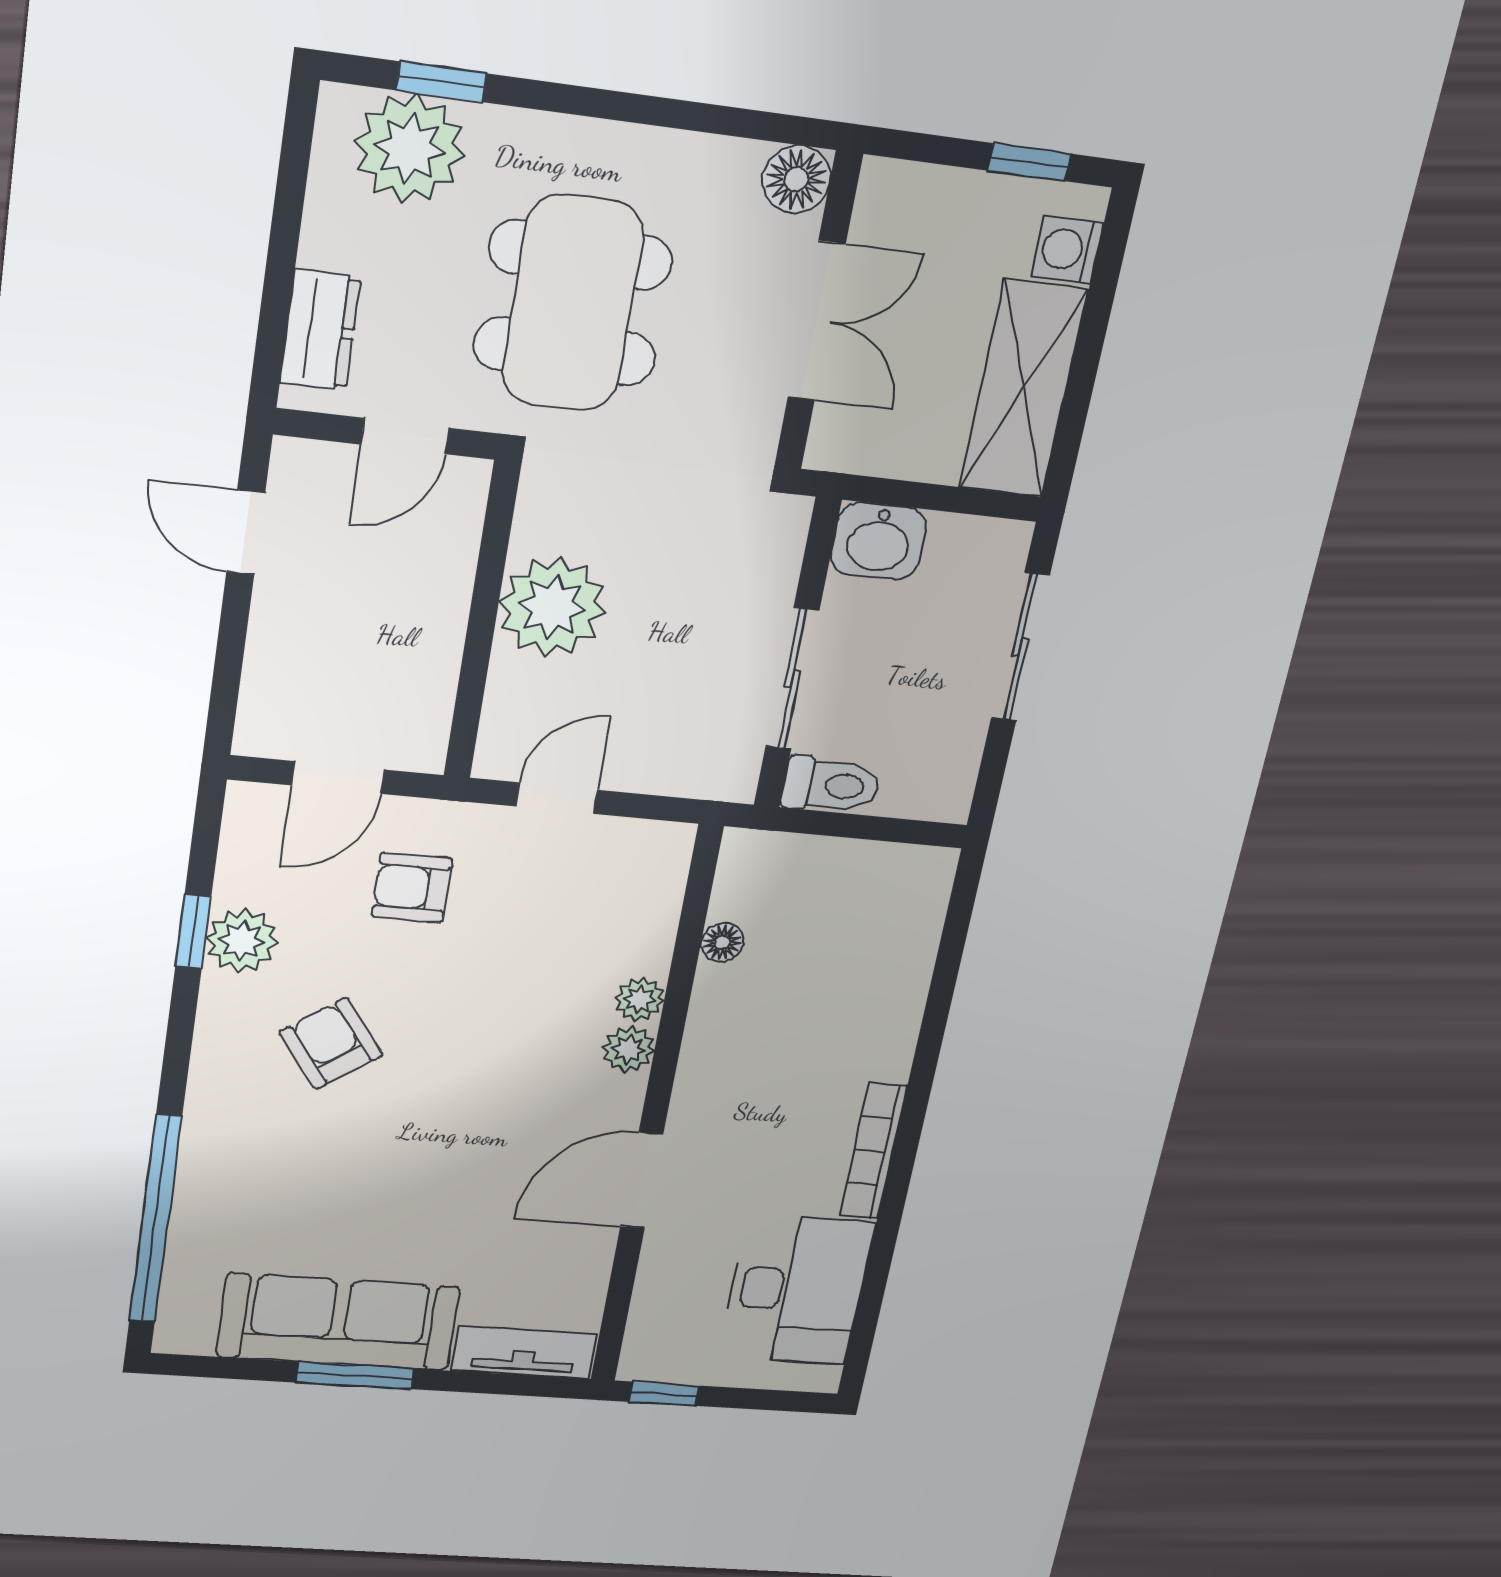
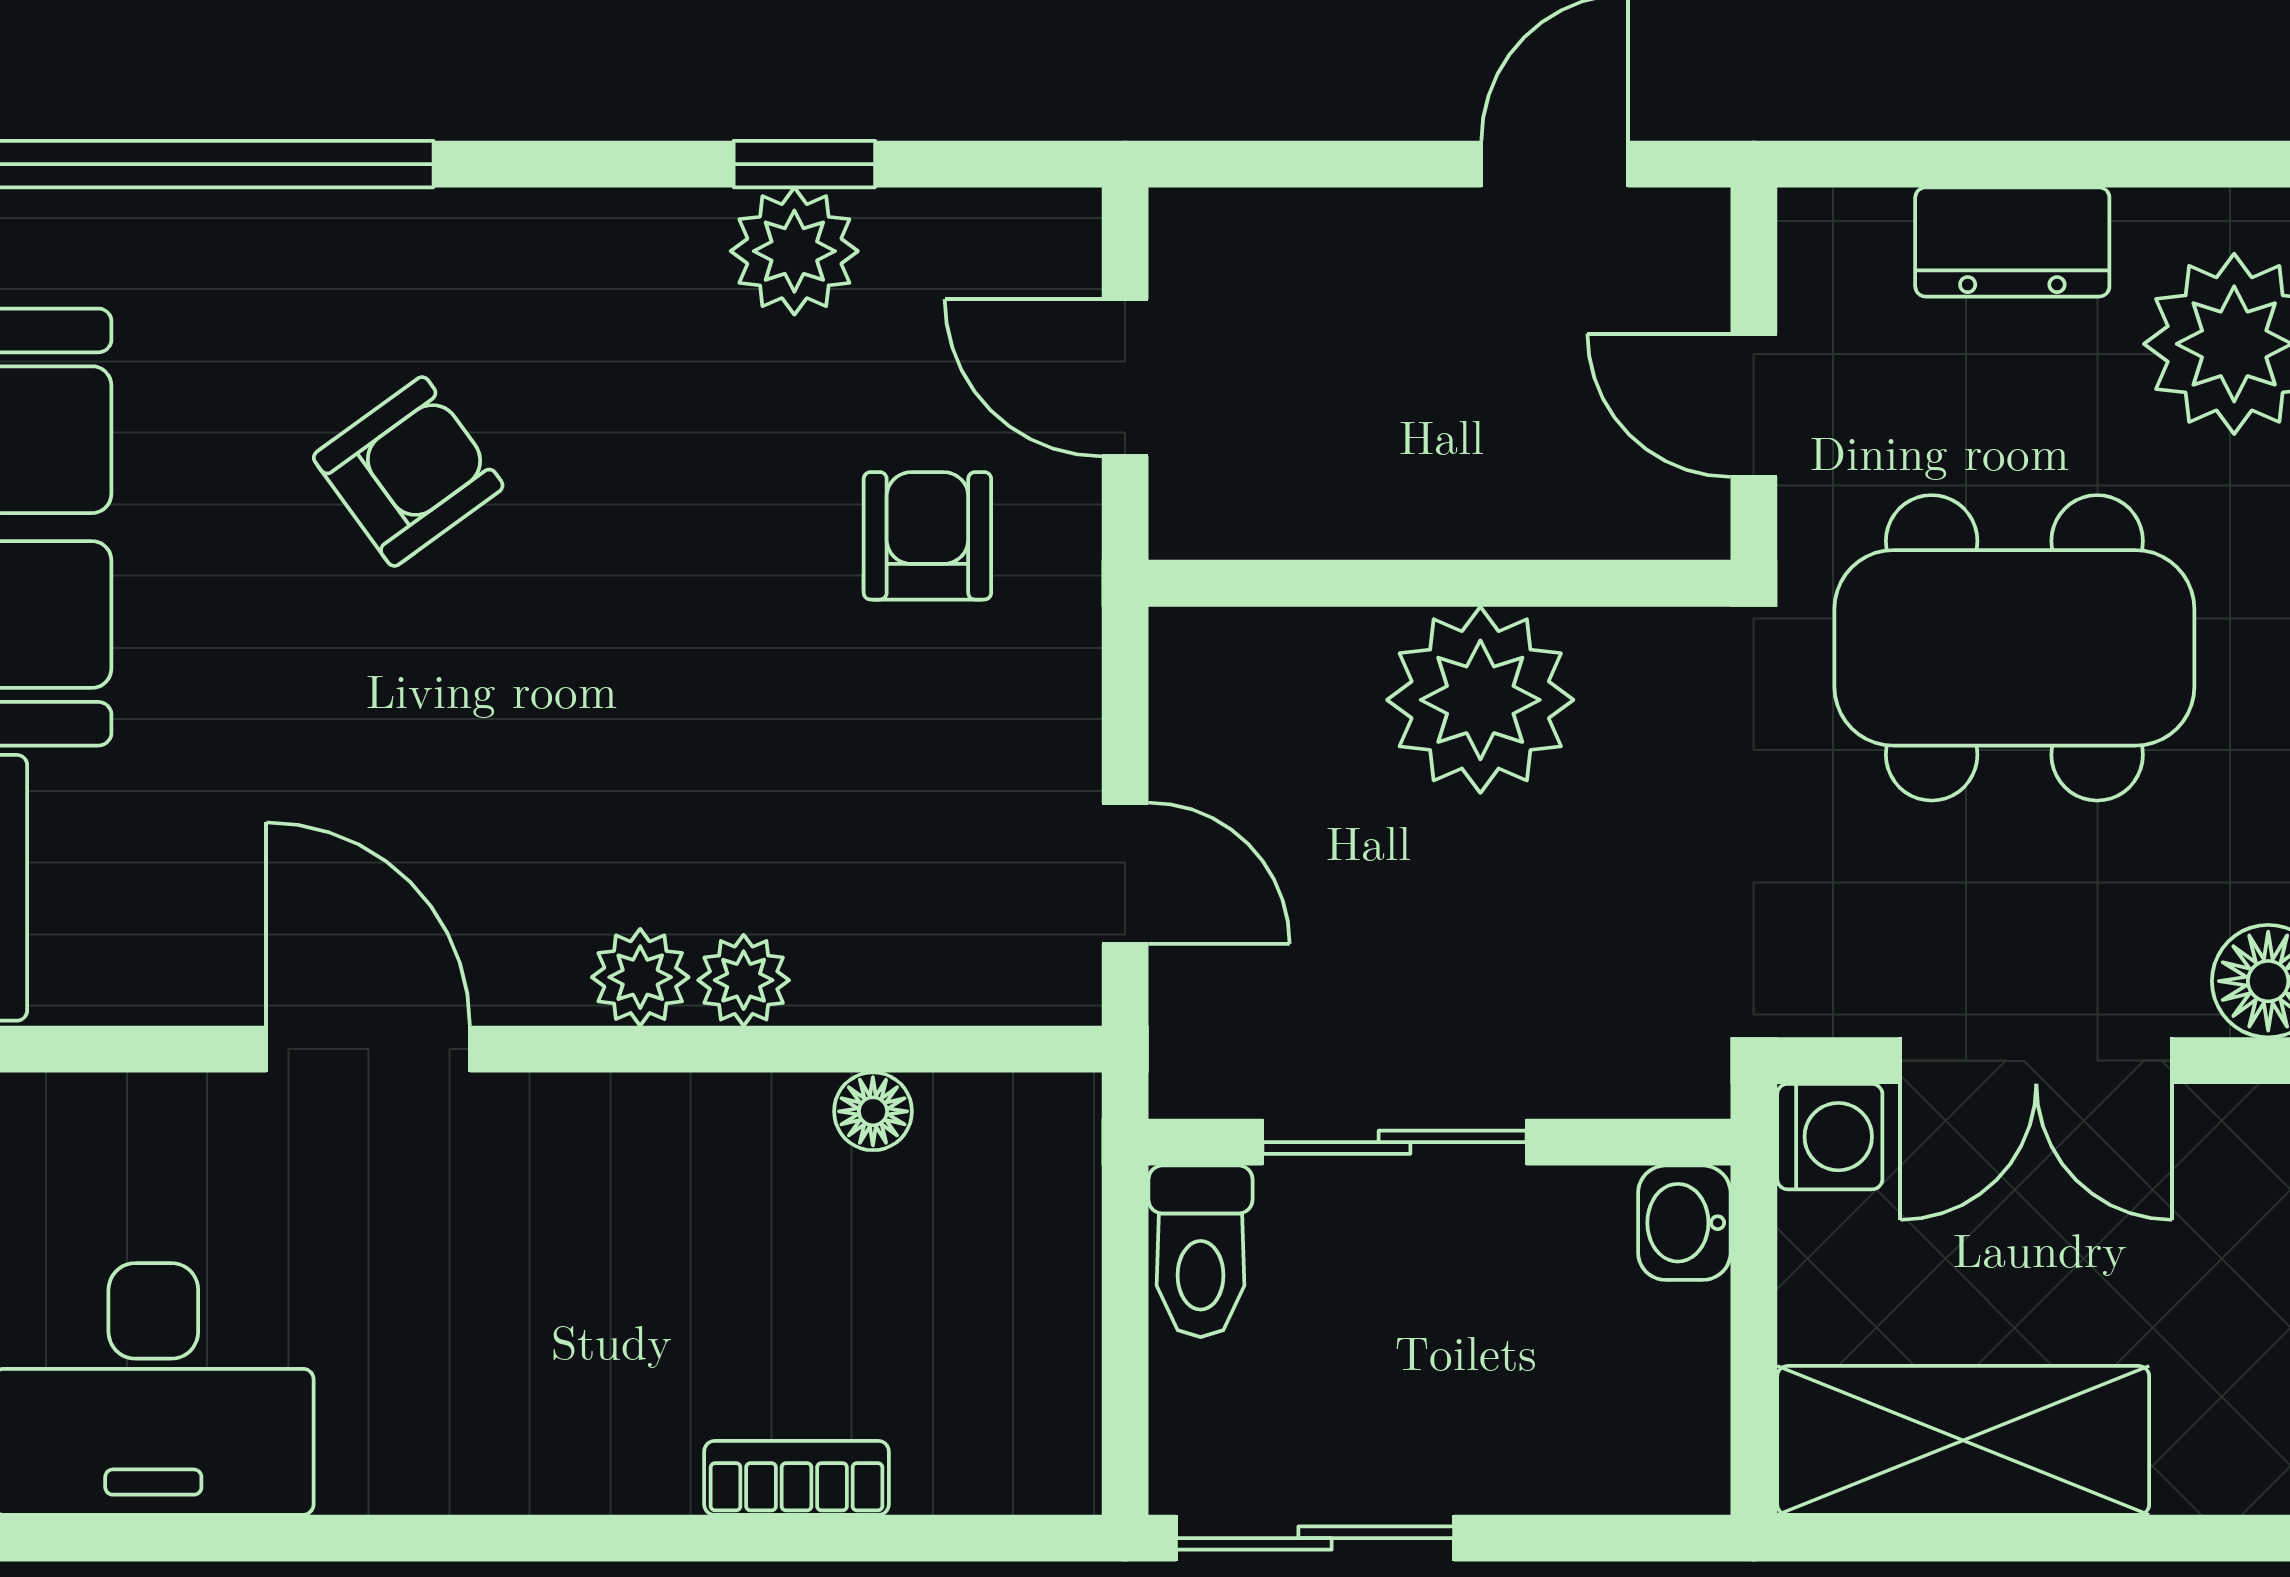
washing machine: (1067, 250) -> (1830, 1137), moved, turned 90
dresser: (320, 330) -> (2012, 242), moved
washbasin: (879, 541) -> (1684, 1223), width x0.72, depth x0.69
sliding door: (1020, 647) -> (1315, 1538), moved
door: (557, 798) -> (1125, 873), moved
armchair: (331, 1044) -> (408, 472), moved
bookcase: (873, 1151) -> (796, 1478), moved, width x0.64

